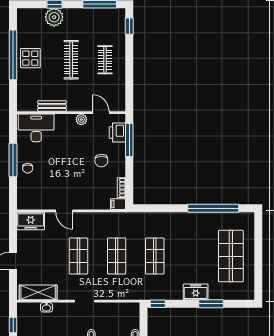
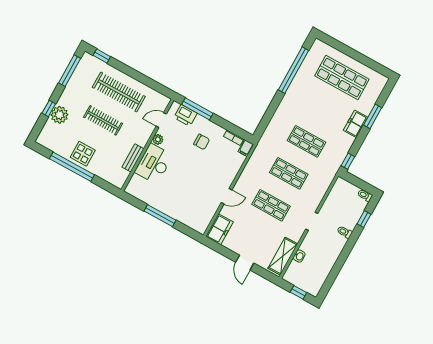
clothes rail: (105, 60) -> (119, 92), width x1.86, depth x1.31
desk: (36, 128) -> (154, 164), moved
chair: (28, 168) -> (174, 207), removed

